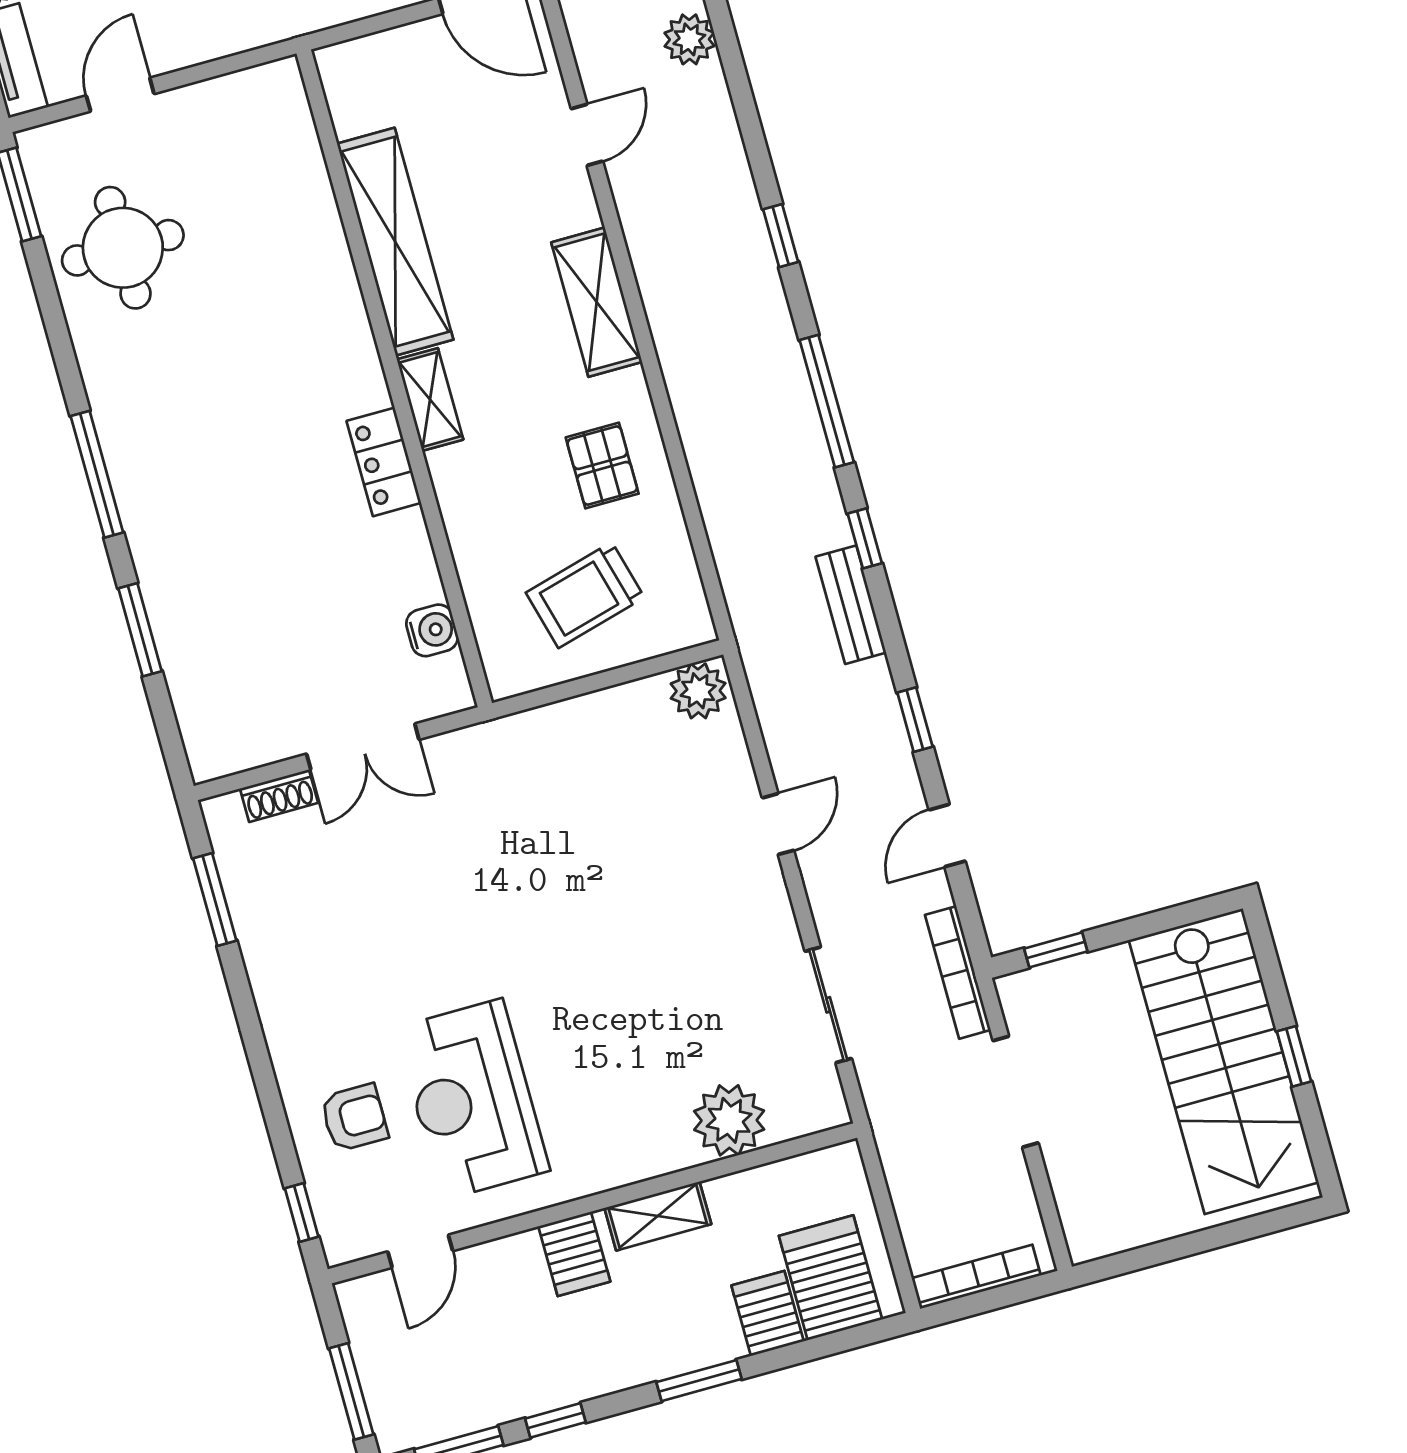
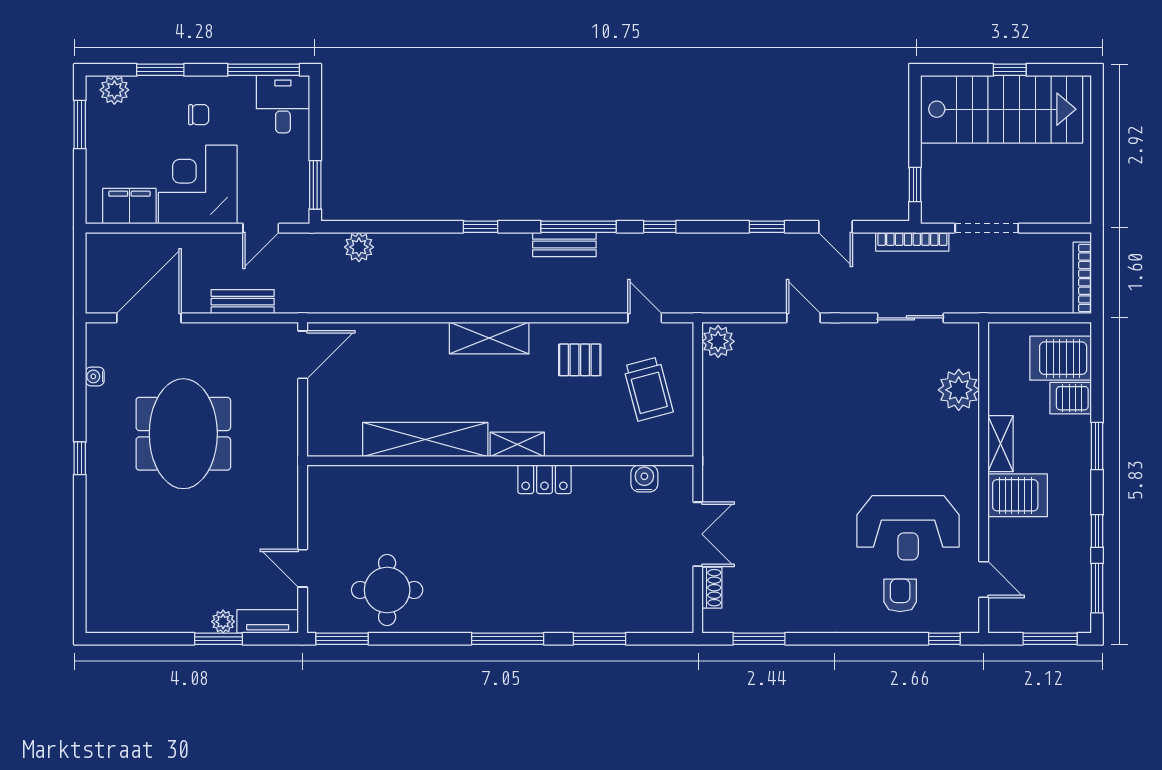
door: (587, 135) -> (645, 318), moved
bench: (851, 605) -> (564, 245), moved
server rack: (574, 1254) -> (1018, 495), width x1.36, depth x1.44

